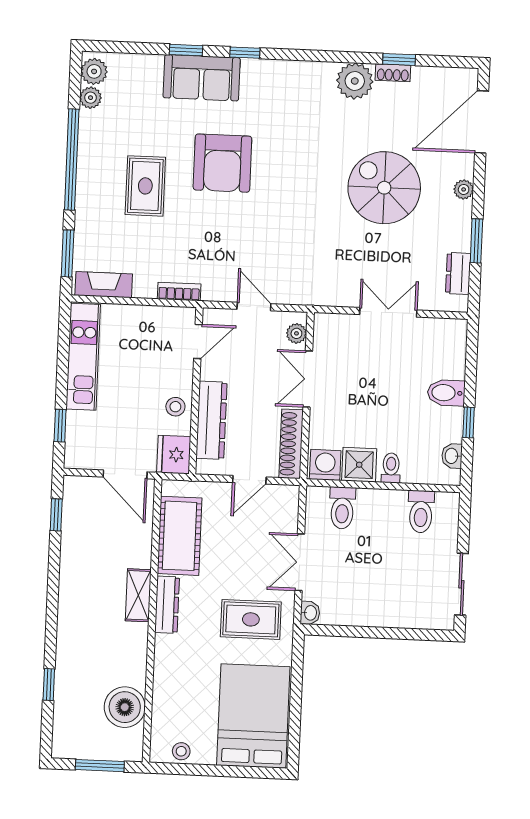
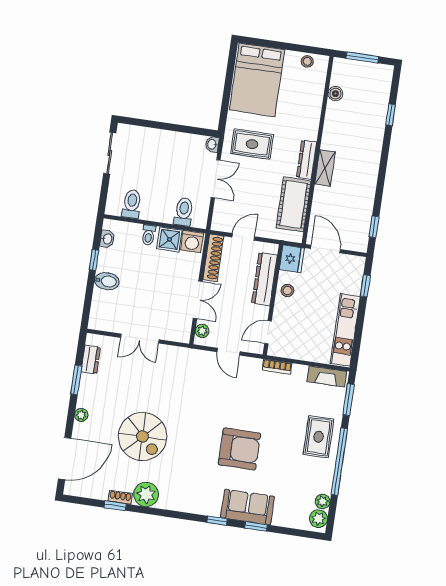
armchair: (222, 163) -> (239, 449), turned 90
rug: (145, 186) -> (318, 437), moved
spiral stairs: (384, 188) -> (143, 436), moved
boiler: (125, 707) -> (335, 94), width x0.54, depth x0.54

